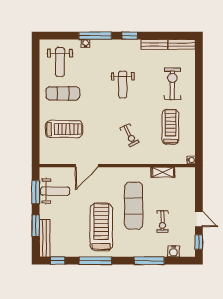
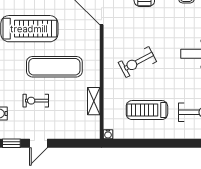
treadmill: (171, 127) -> (147, 110), turned 180
exercise bike: (130, 135) -> (137, 62), width x1.38, depth x1.39

